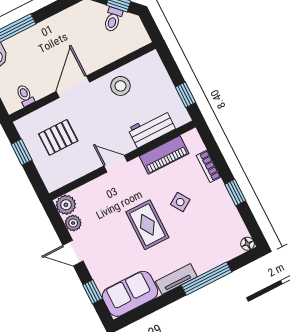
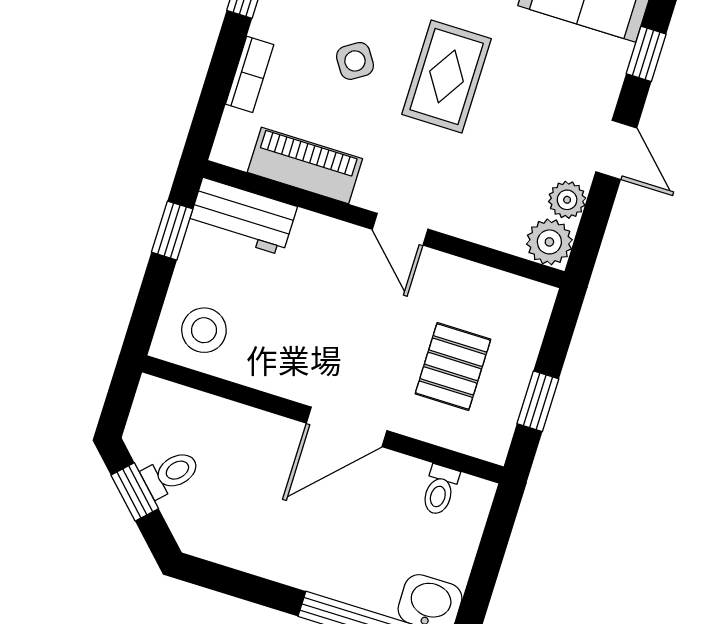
stool: (120, 86) -> (204, 330), moved
workbench: (152, 129) -> (242, 216), moved
pallet: (58, 137) -> (453, 367), turned 90

